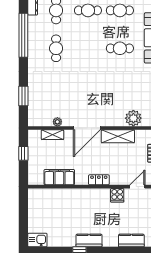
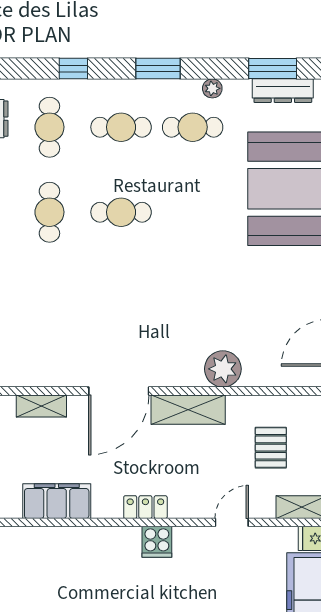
cafe table: (120, 48) -> (121, 212), moved
plant: (57, 122) -> (52, 377), removed
cooker: (117, 195) -> (157, 542), moved

